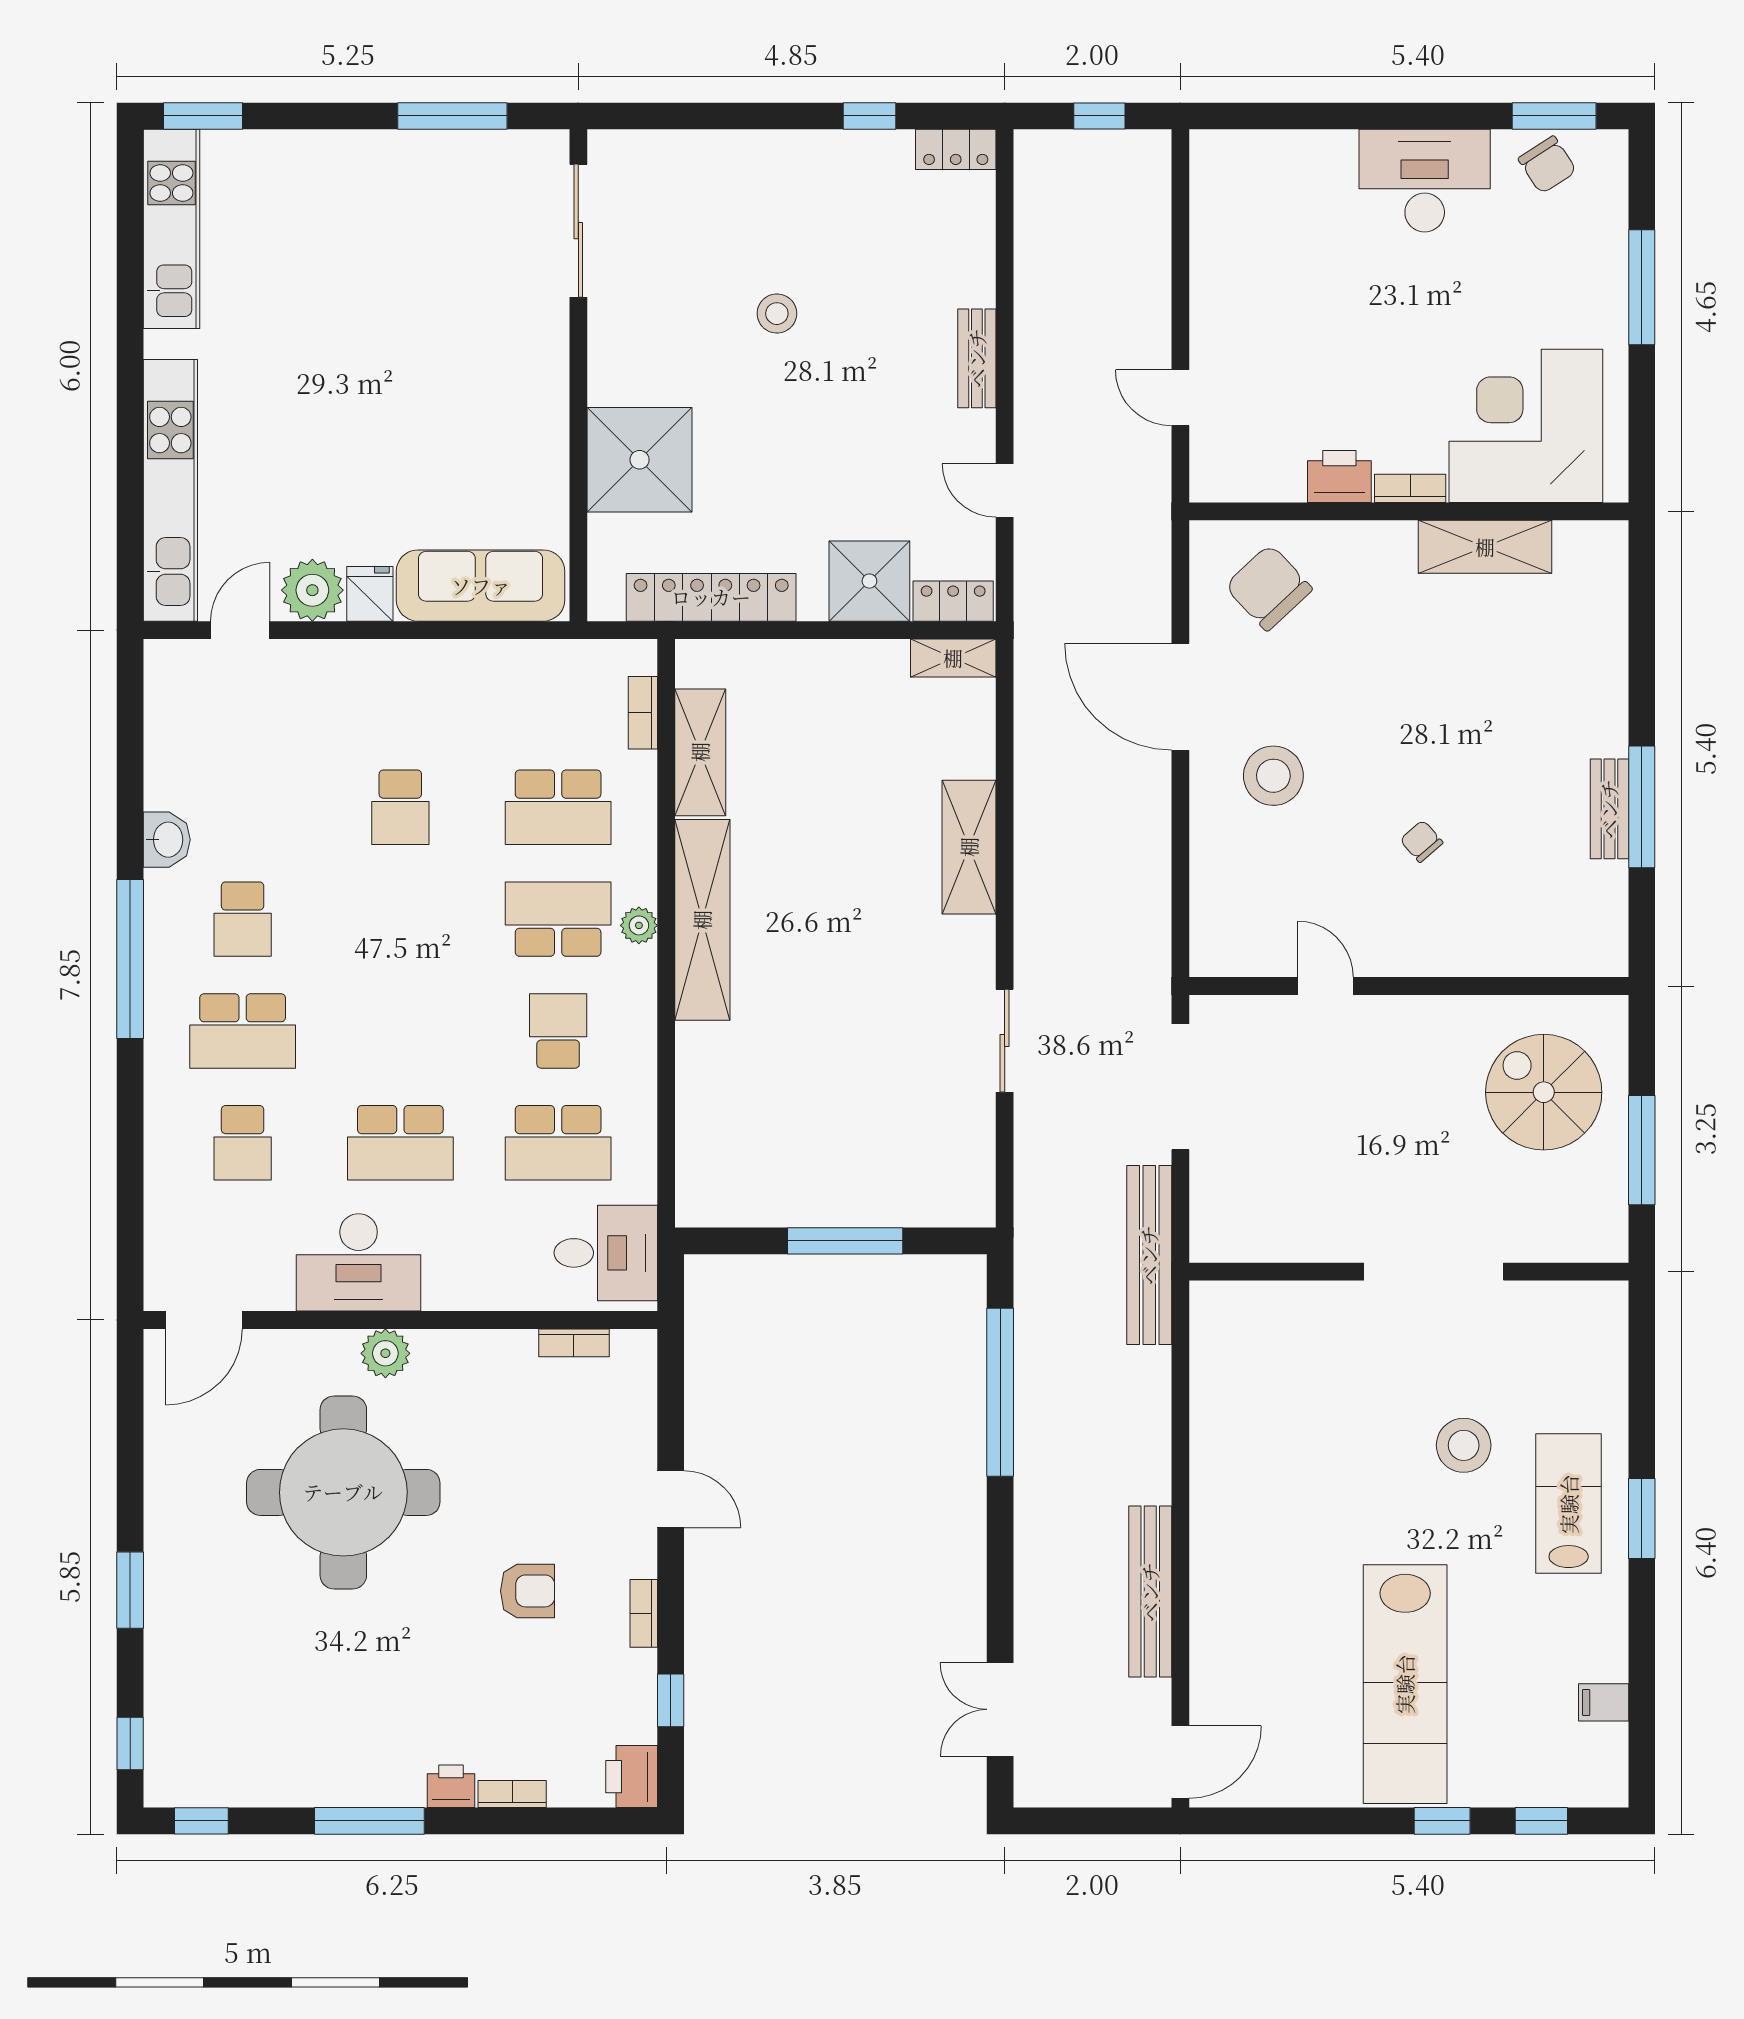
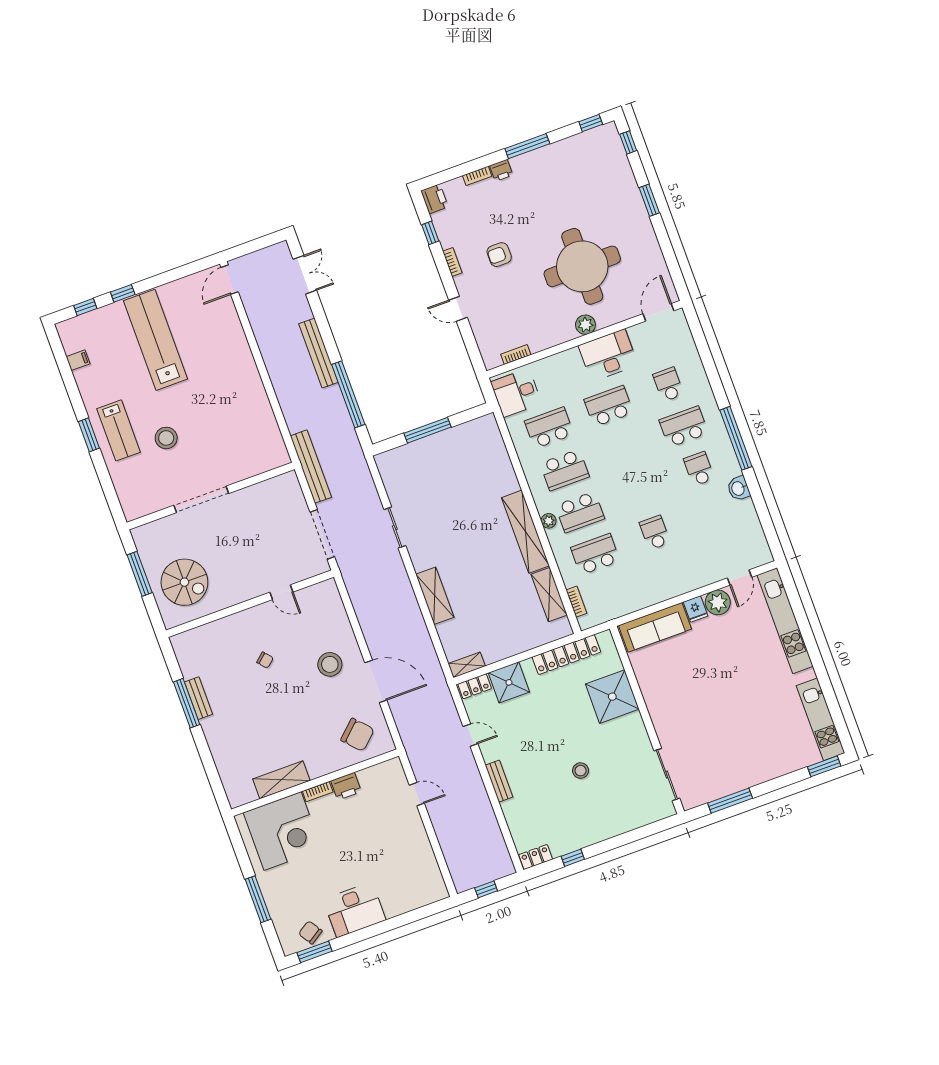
school desk: (558, 1031) -> (565, 470), width x1.85
bench: (1150, 1592) -> (318, 353), moved

